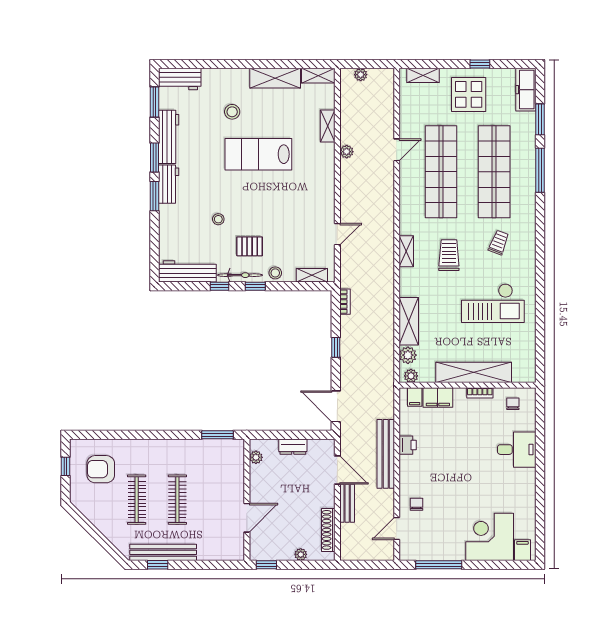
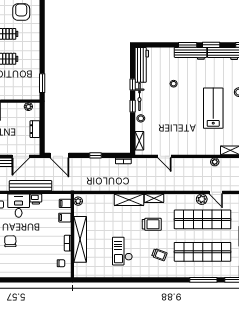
workbench: (169, 184) -> (191, 53), width x1.38
pallet: (250, 246) -> (157, 103), removed
checkout: (493, 303) -> (122, 251), width x0.73, depth x0.83
shelving: (409, 321) -> (129, 200), moved
plant: (408, 355) -> (202, 199), moved
filing cabinet: (438, 398) -> (65, 218), width x0.50
door: (336, 406) -> (59, 155), swing flipped
desk: (517, 450) -> (19, 206), moved, turned 180
chair: (477, 487) -> (10, 241), added

